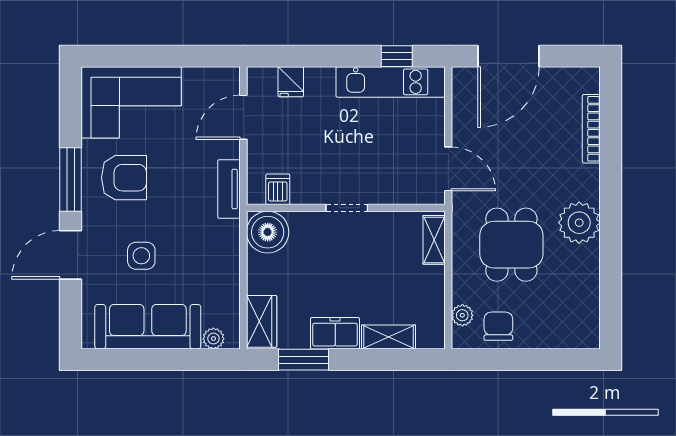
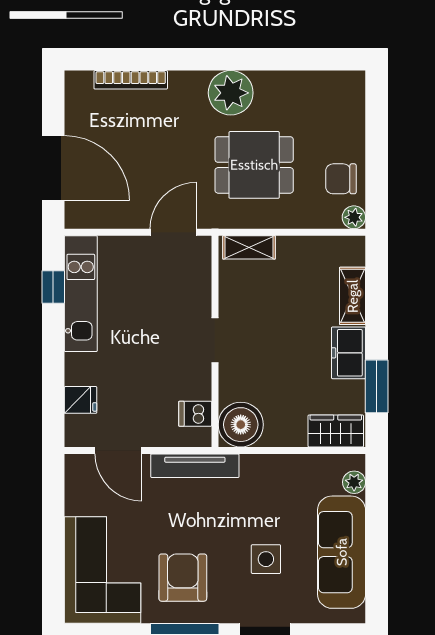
tv unit: (229, 189) -> (195, 466), width x1.41
plant: (462, 315) -> (354, 217), moved

